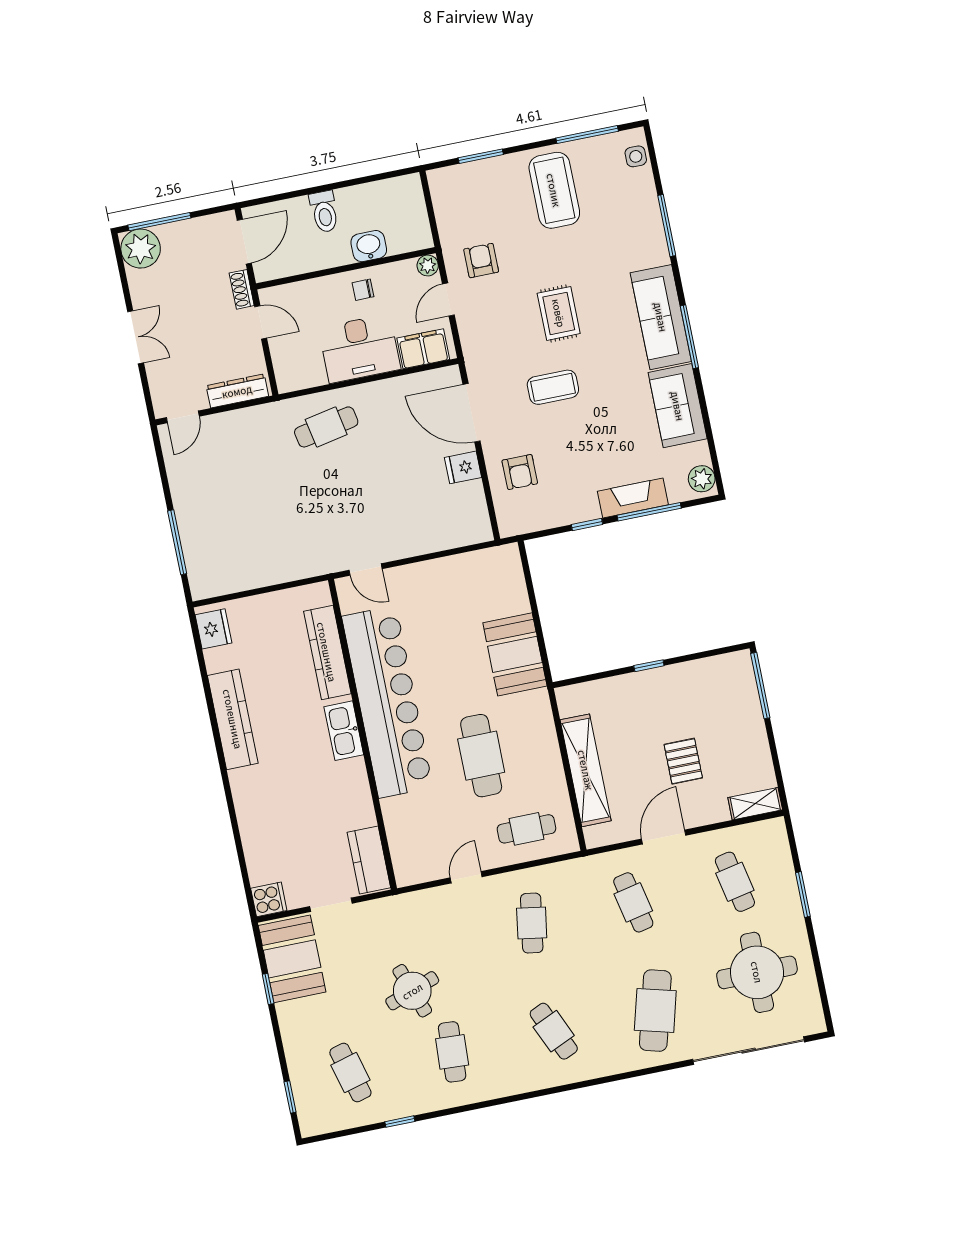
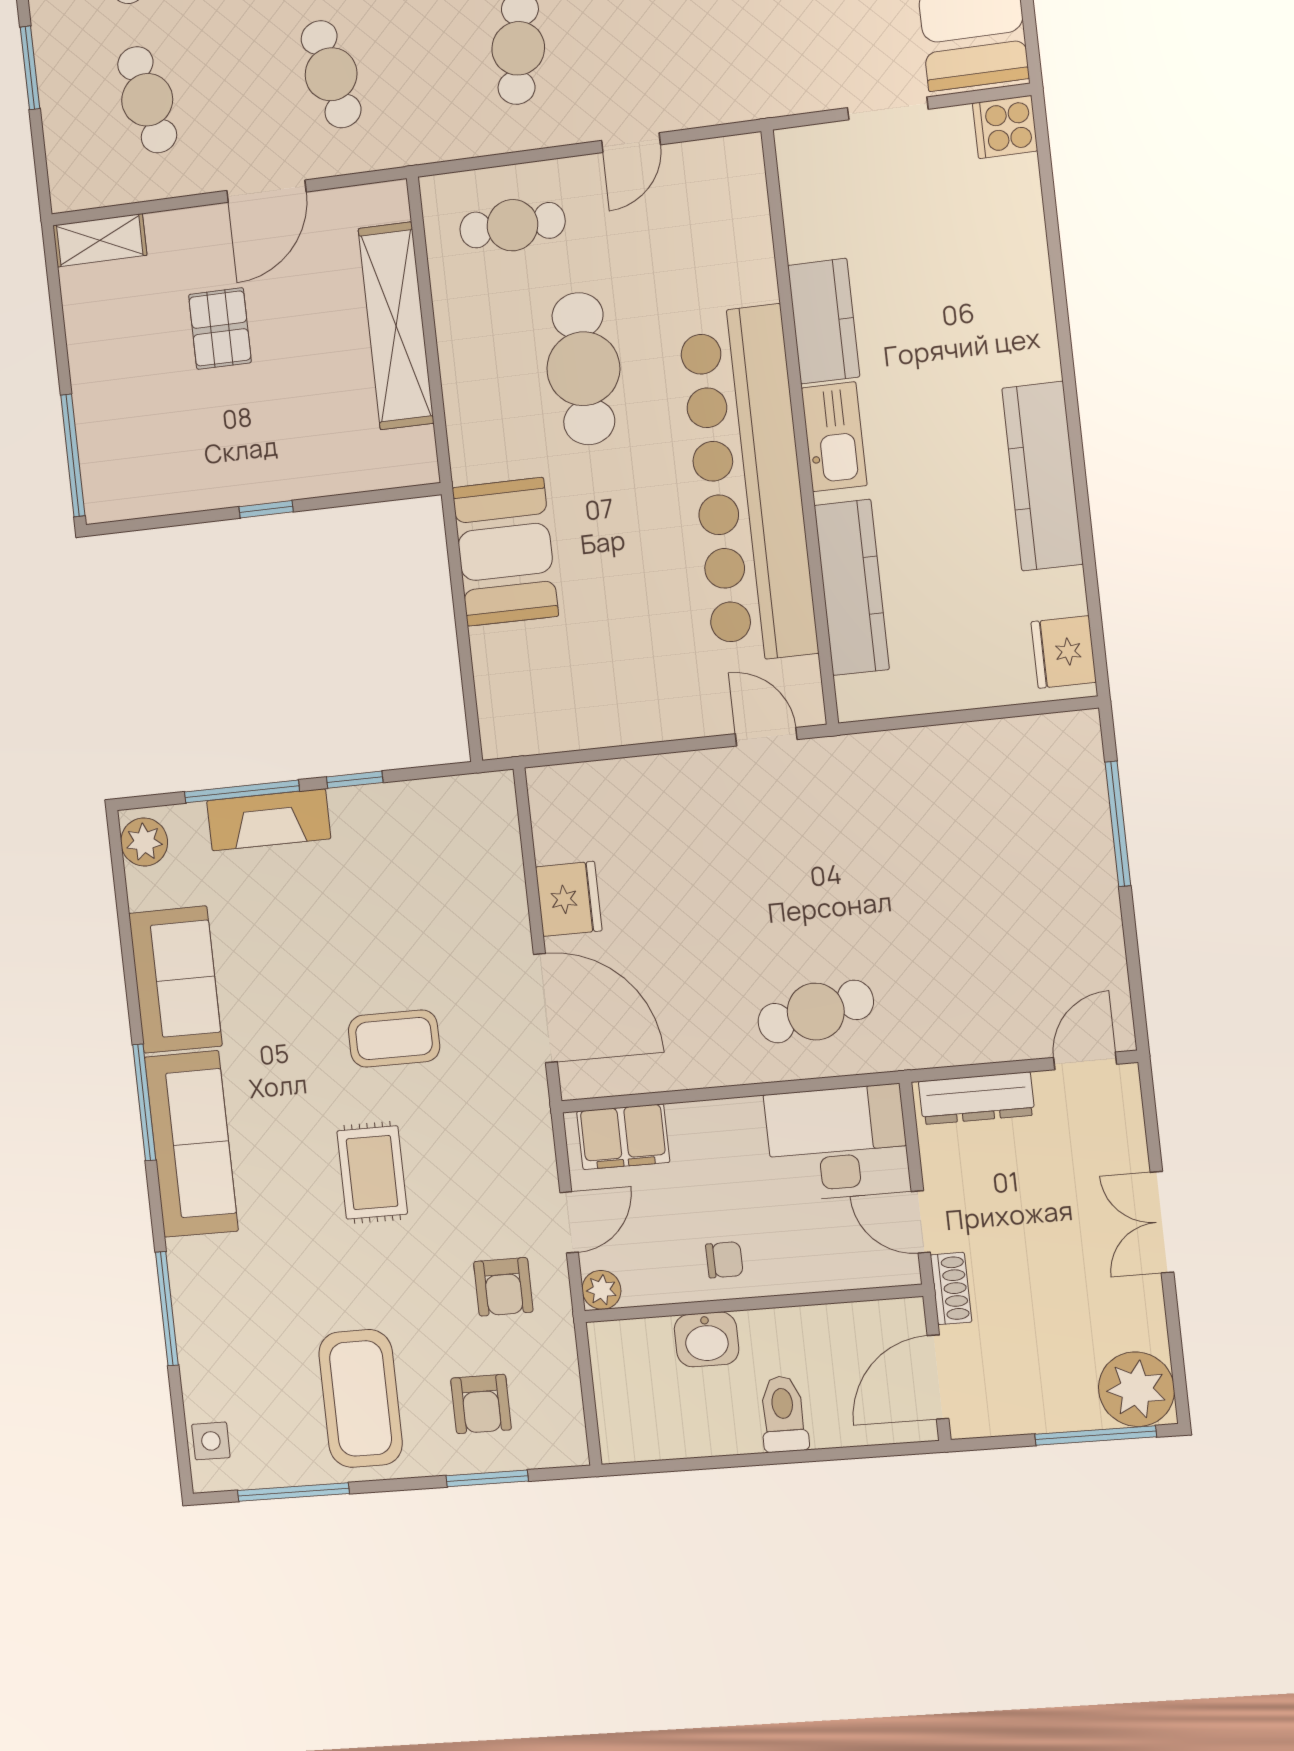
desk: (360, 348) -> (837, 1143), moved
fridge: (463, 467) -> (569, 899), width x1.38
armchair: (520, 472) -> (481, 1404), moved, turned 180
kitchen counter: (369, 860) -> (824, 321), moved

